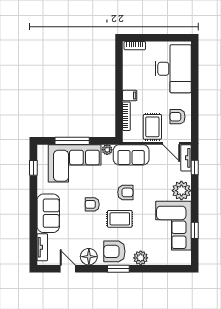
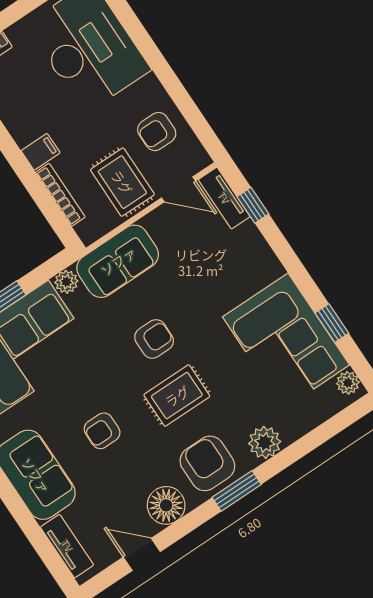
plant: (181, 191) -> (348, 383), moved, width x0.53, depth x0.53
armchair: (92, 204) -> (102, 431), moved
armchair: (114, 251) -> (207, 463), turned 90

